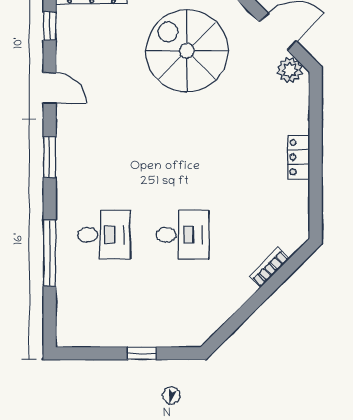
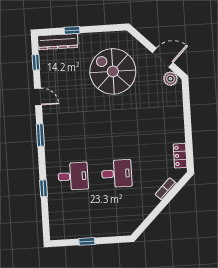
locker: (298, 157) -> (180, 156), moved
window: (50, 253) -> (44, 188), width x0.46
window: (142, 353) -> (87, 241), moved

